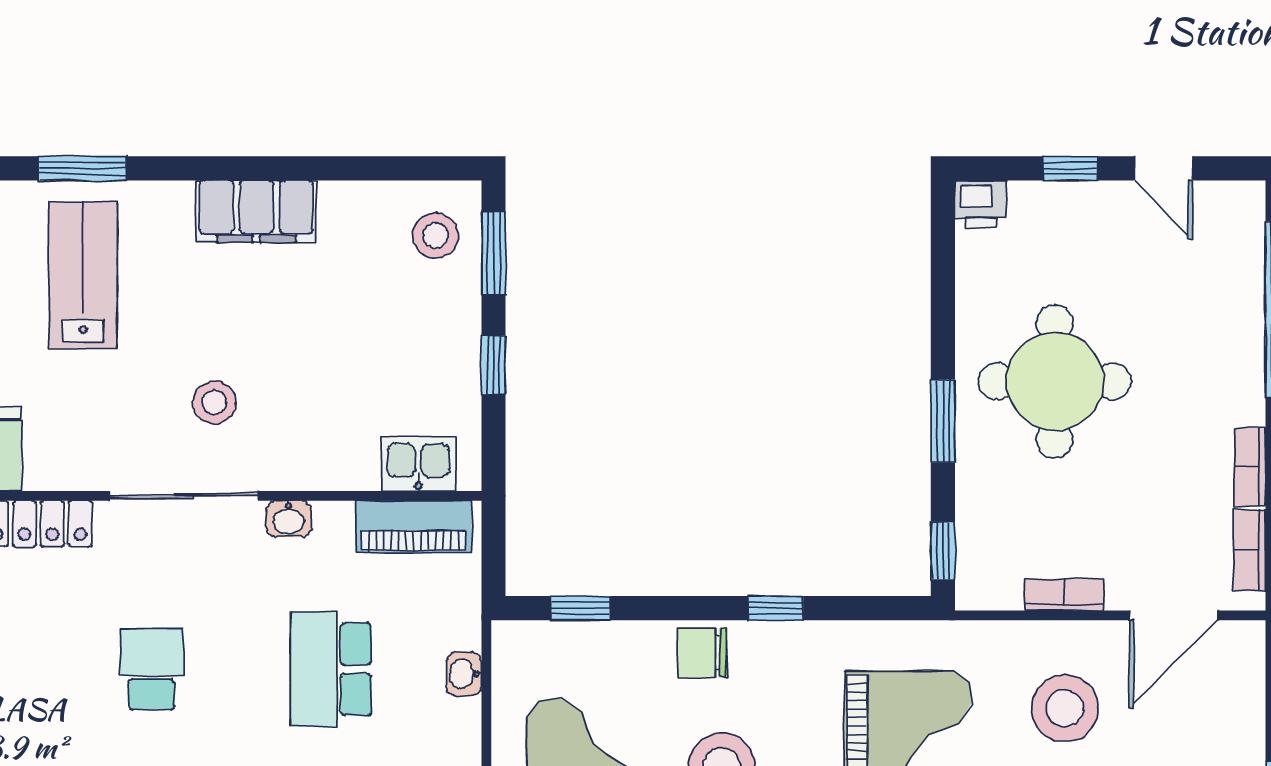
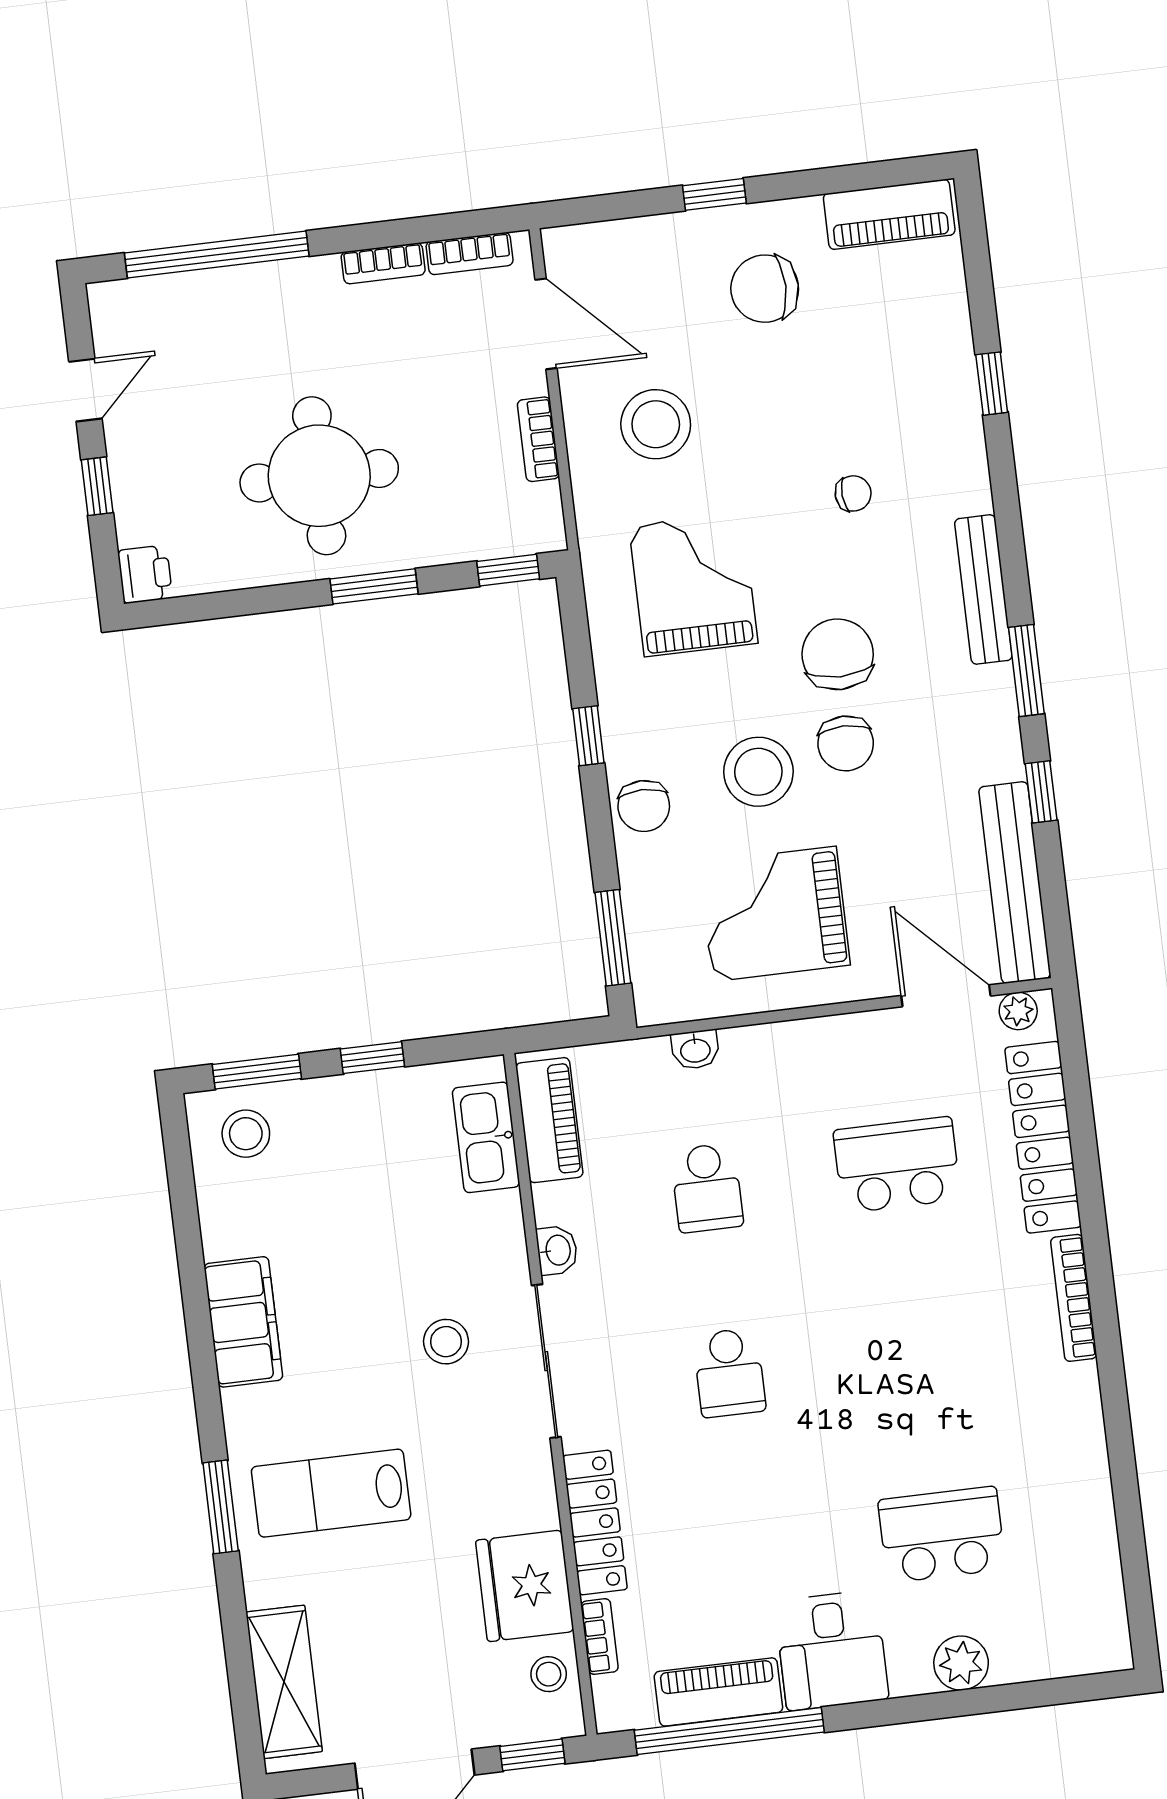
kitchen sink: (418, 464) -> (486, 1137), width x1.38
window: (580, 608) -> (613, 938), width x1.50
school desk: (152, 669) -> (729, 1373), turned -90
school desk: (331, 669) -> (707, 1188), width x0.54

